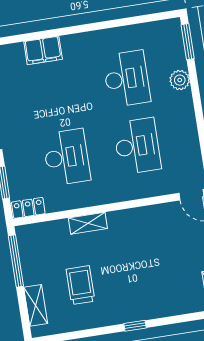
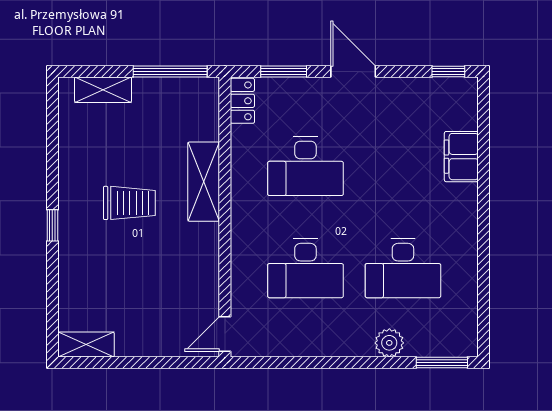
shelving: (88, 223) -> (204, 182), width x1.50, depth x1.33
trolley: (80, 285) -> (129, 203), moved

